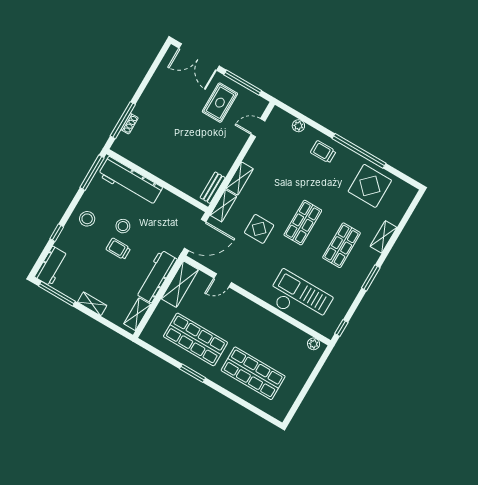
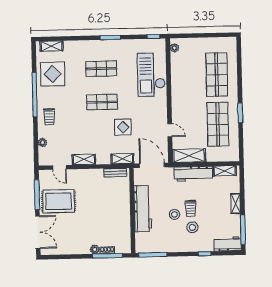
rug: (220, 103) -> (59, 201), width x1.36, depth x1.43
plant: (139, 110) -> (95, 249), added
shelving: (240, 178) -> (84, 159), moved
workbench: (130, 181) -> (143, 209), moved
stool: (87, 219) -> (192, 227), moved
shelving: (384, 237) -> (52, 46), moved

